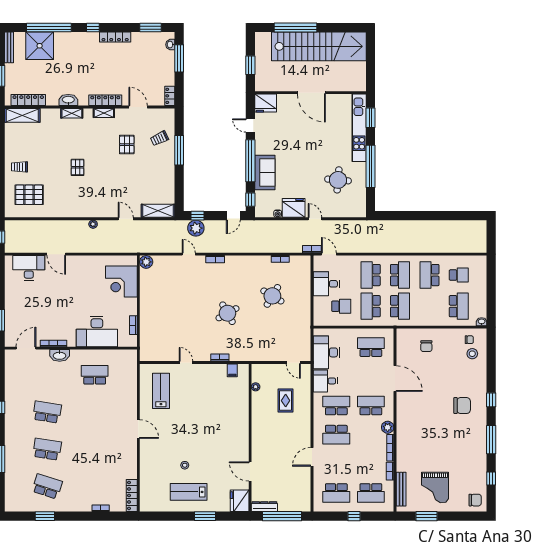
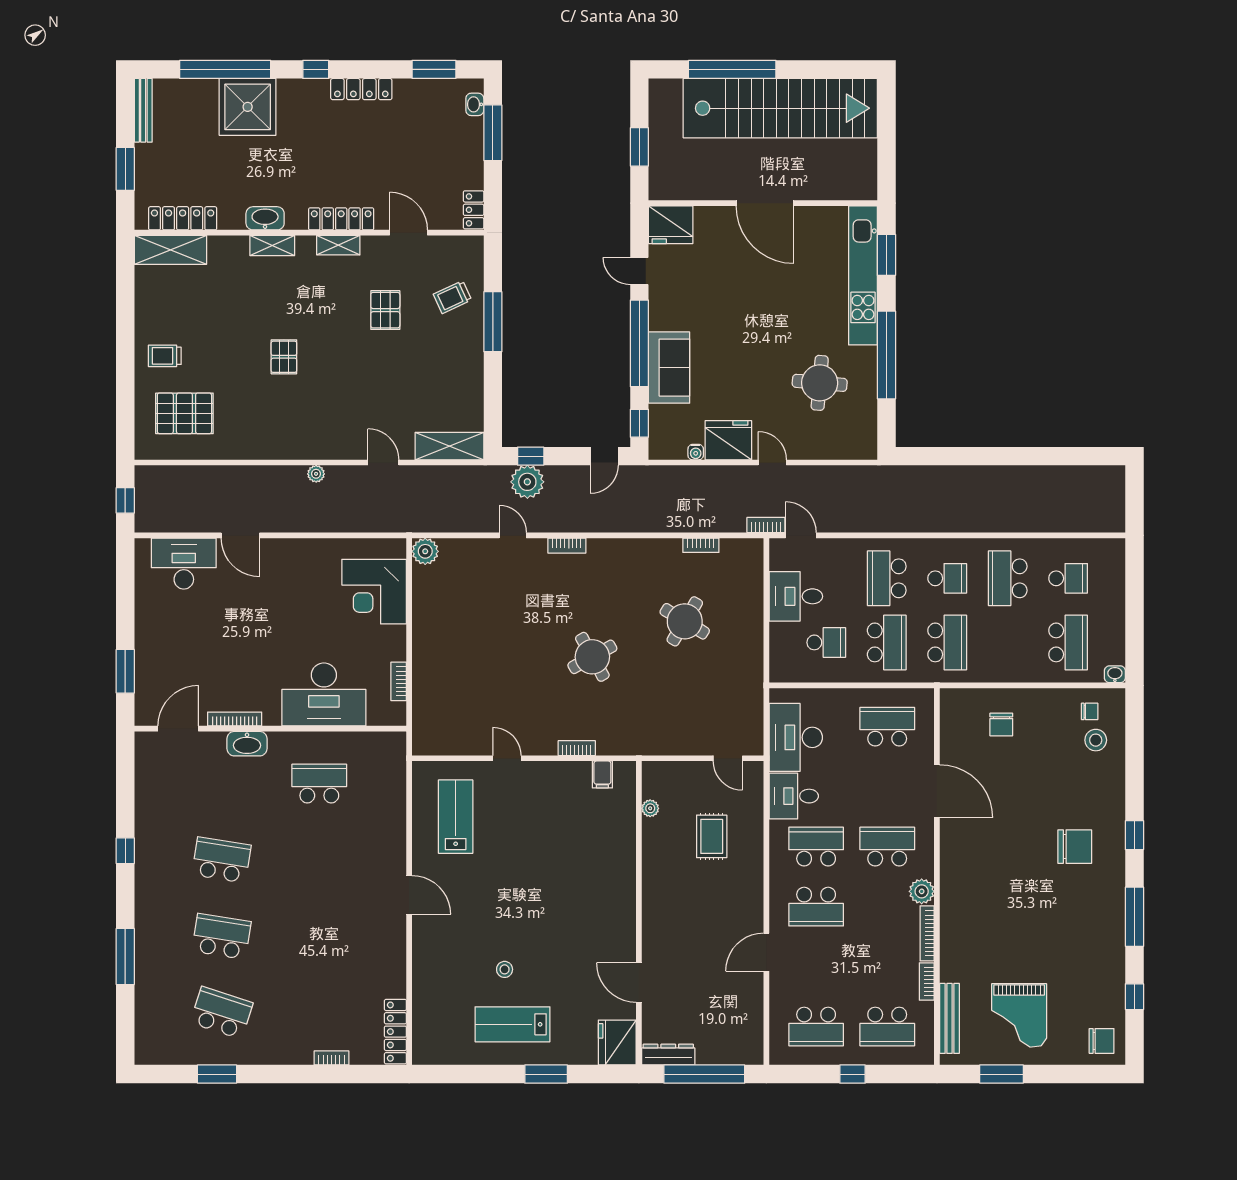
shower: (40, 46) -> (248, 107), moved
school desk: (400, 275) -> (947, 578), width x0.54
school desk: (371, 306) -> (887, 642), turned 180

